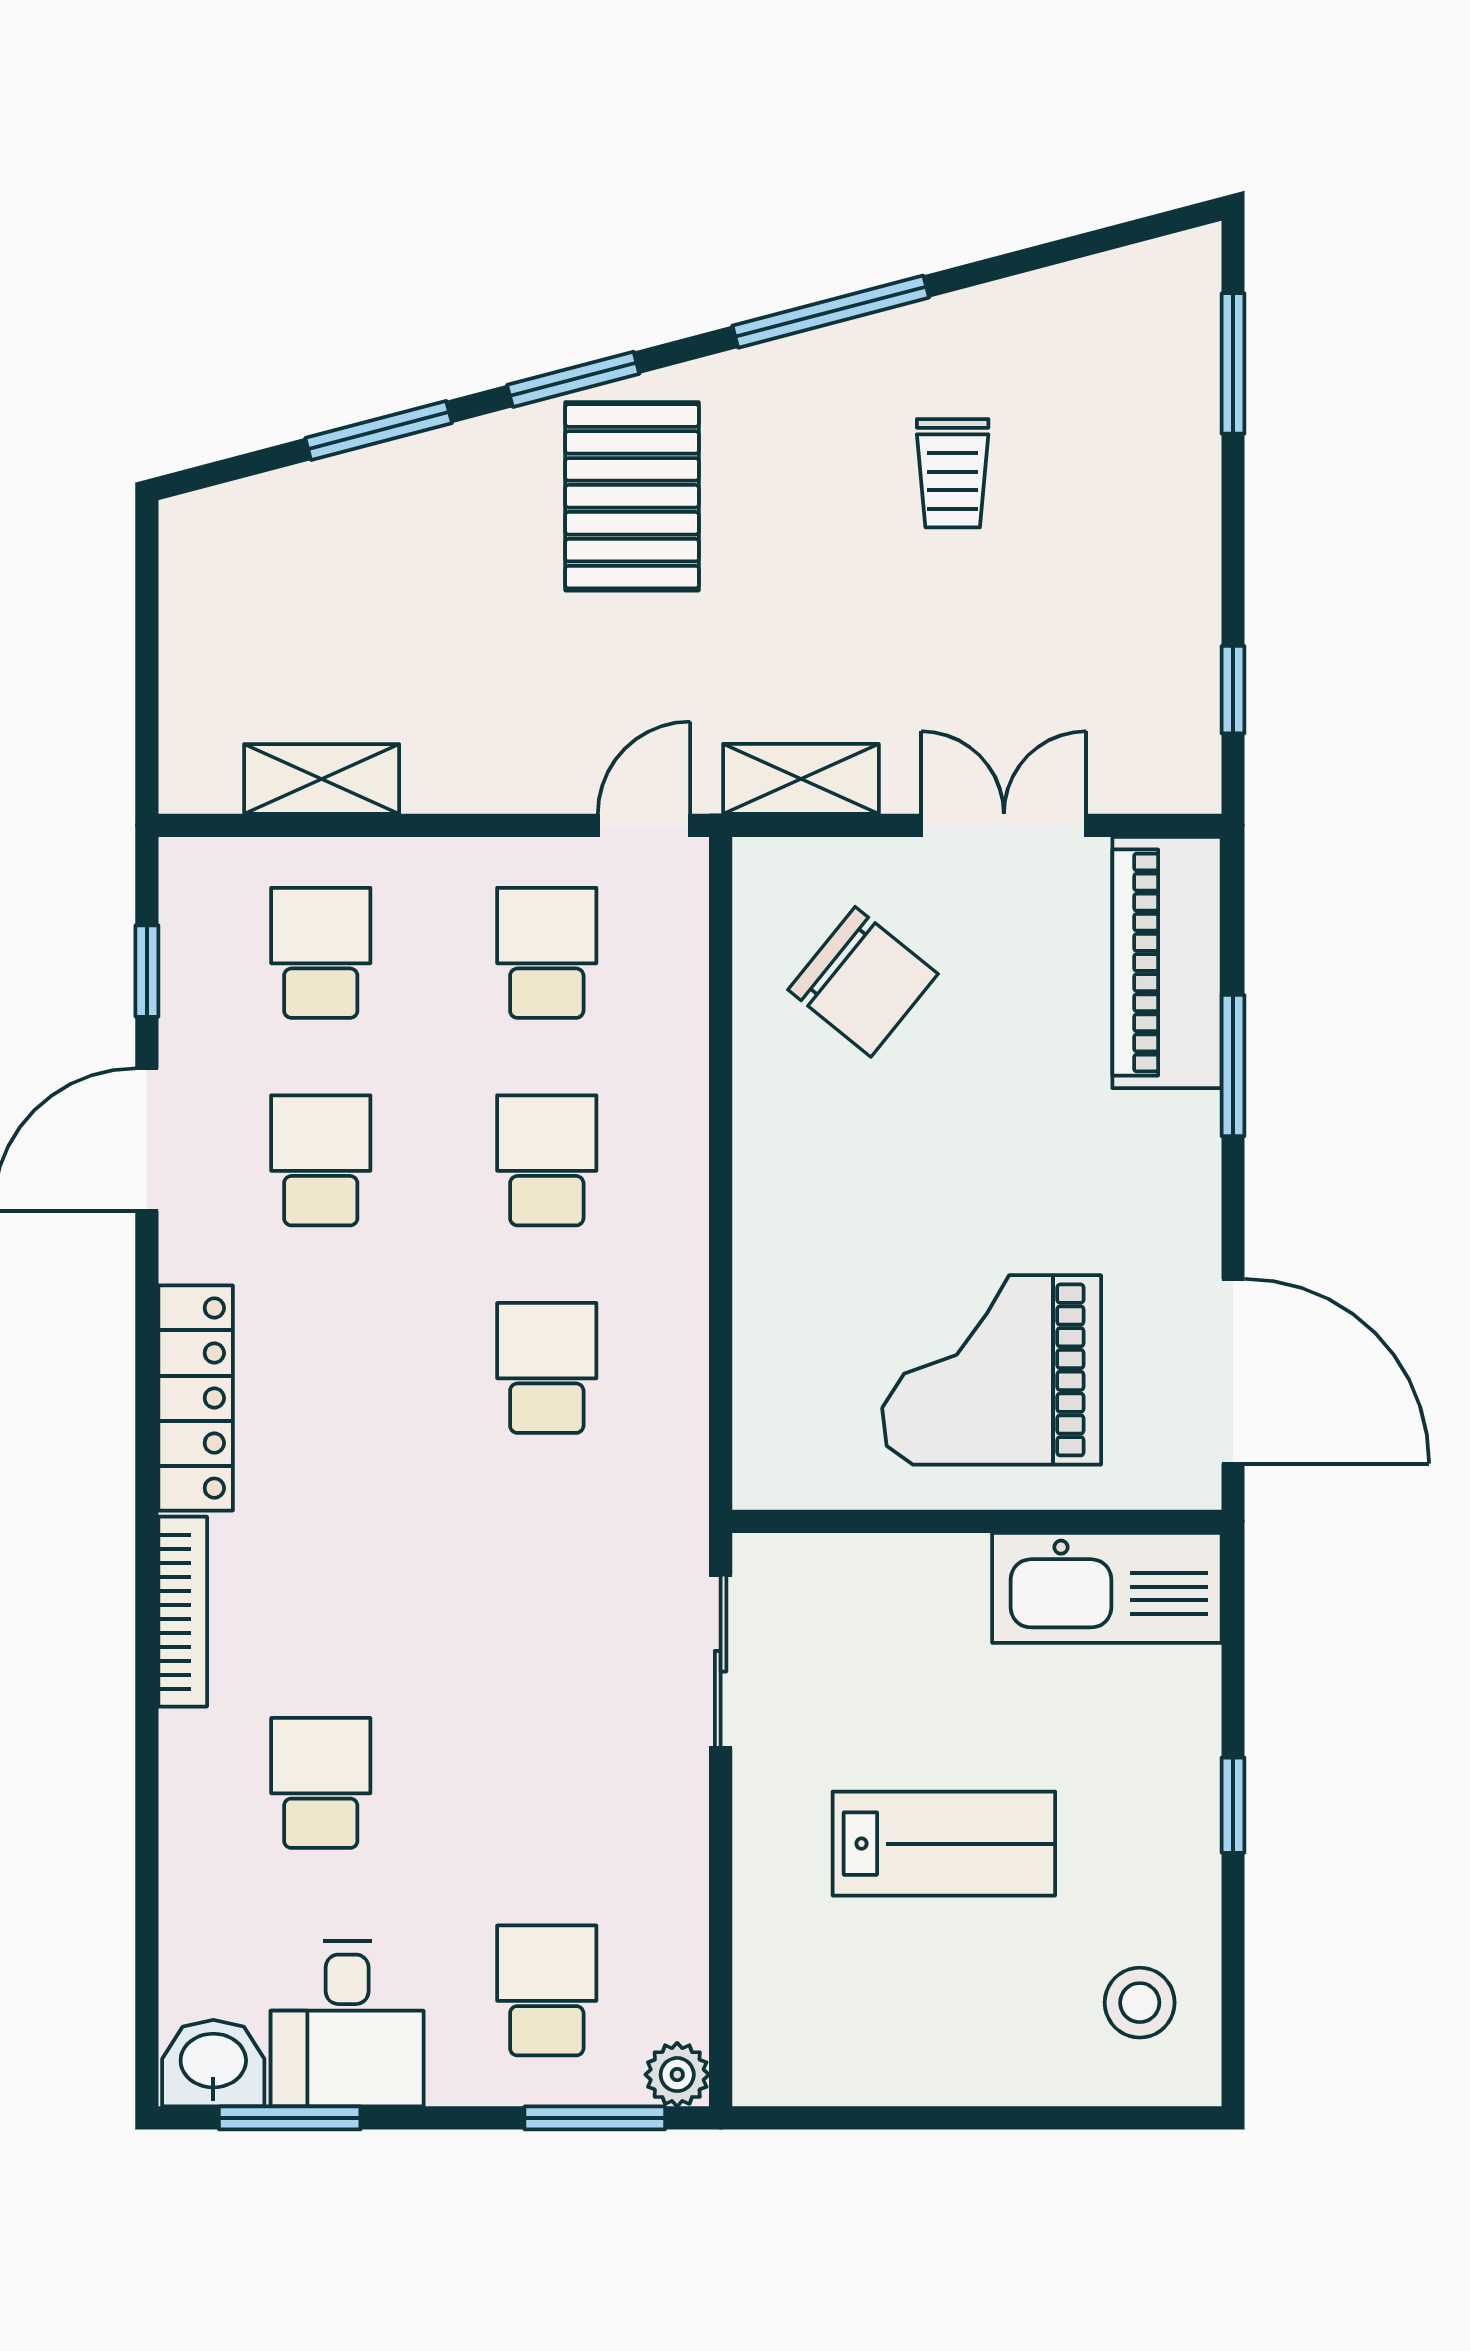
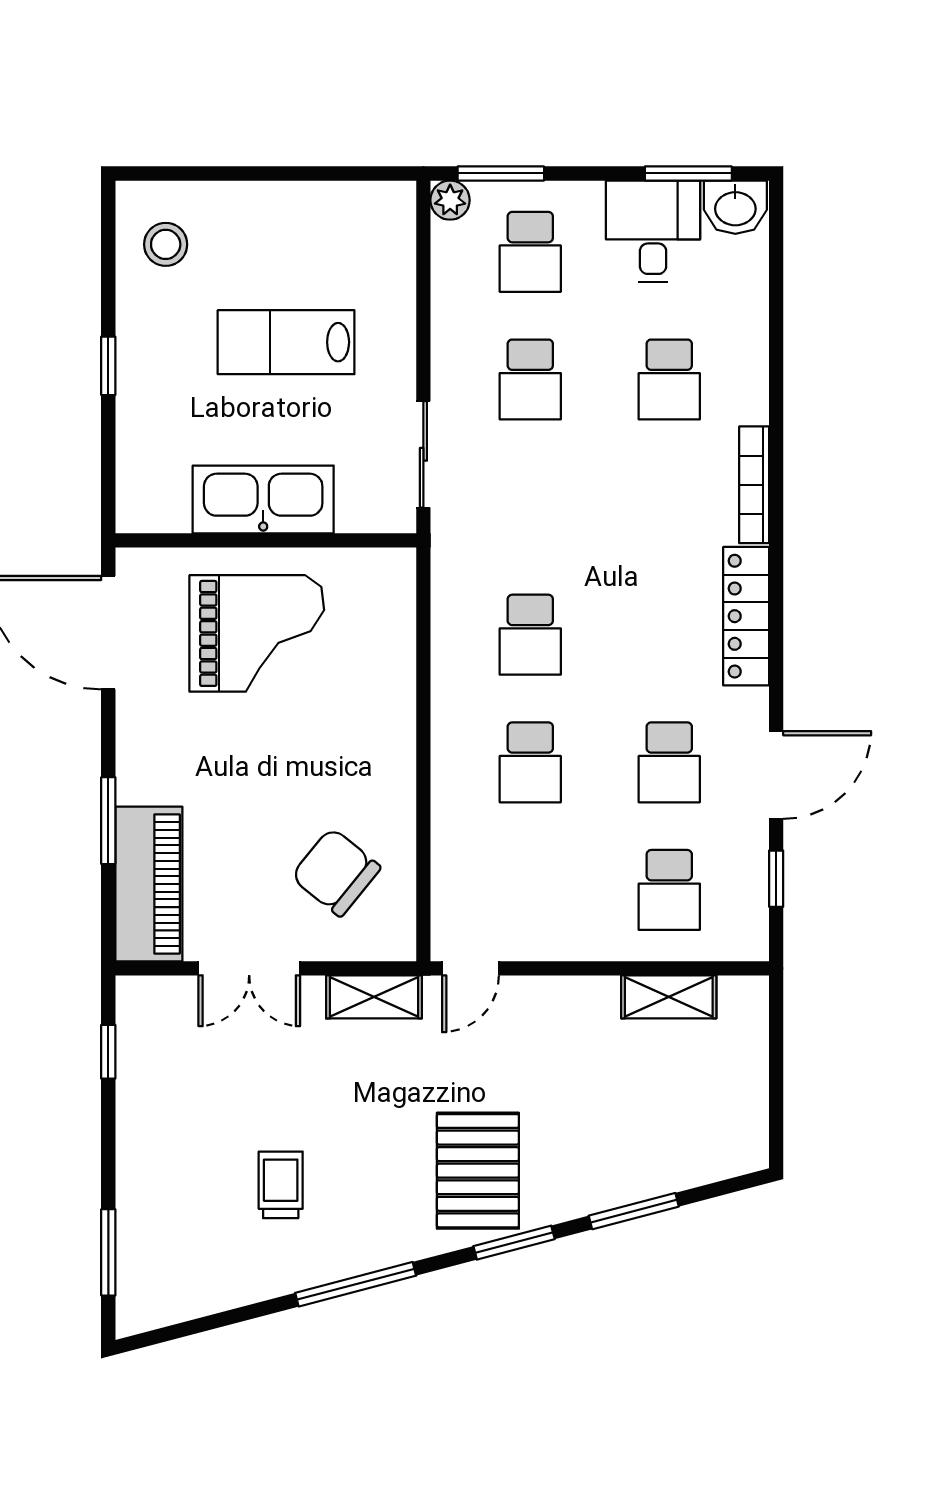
school desk: (547, 953) -> (530, 379), moved
kitchen sink: (1107, 1588) -> (263, 499), moved

